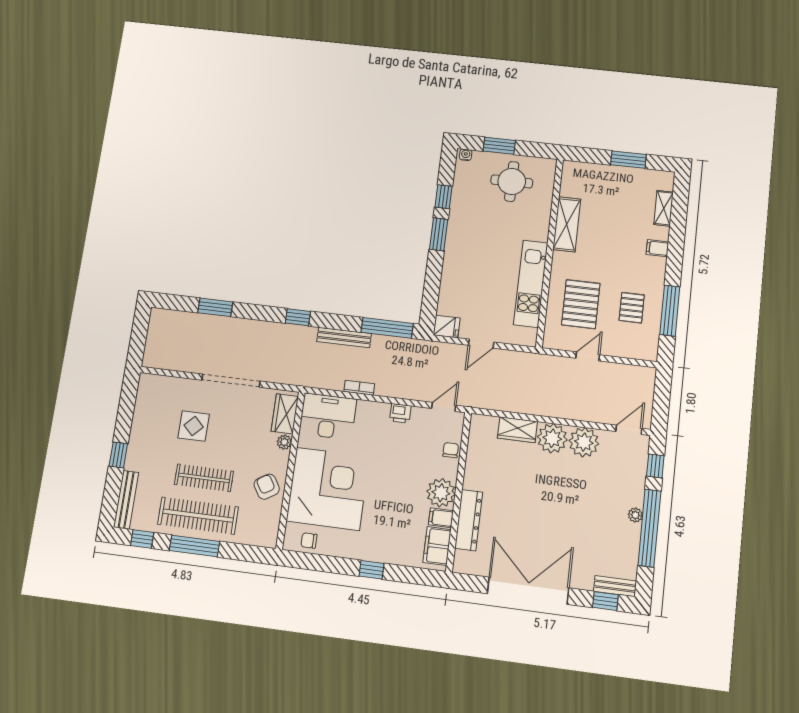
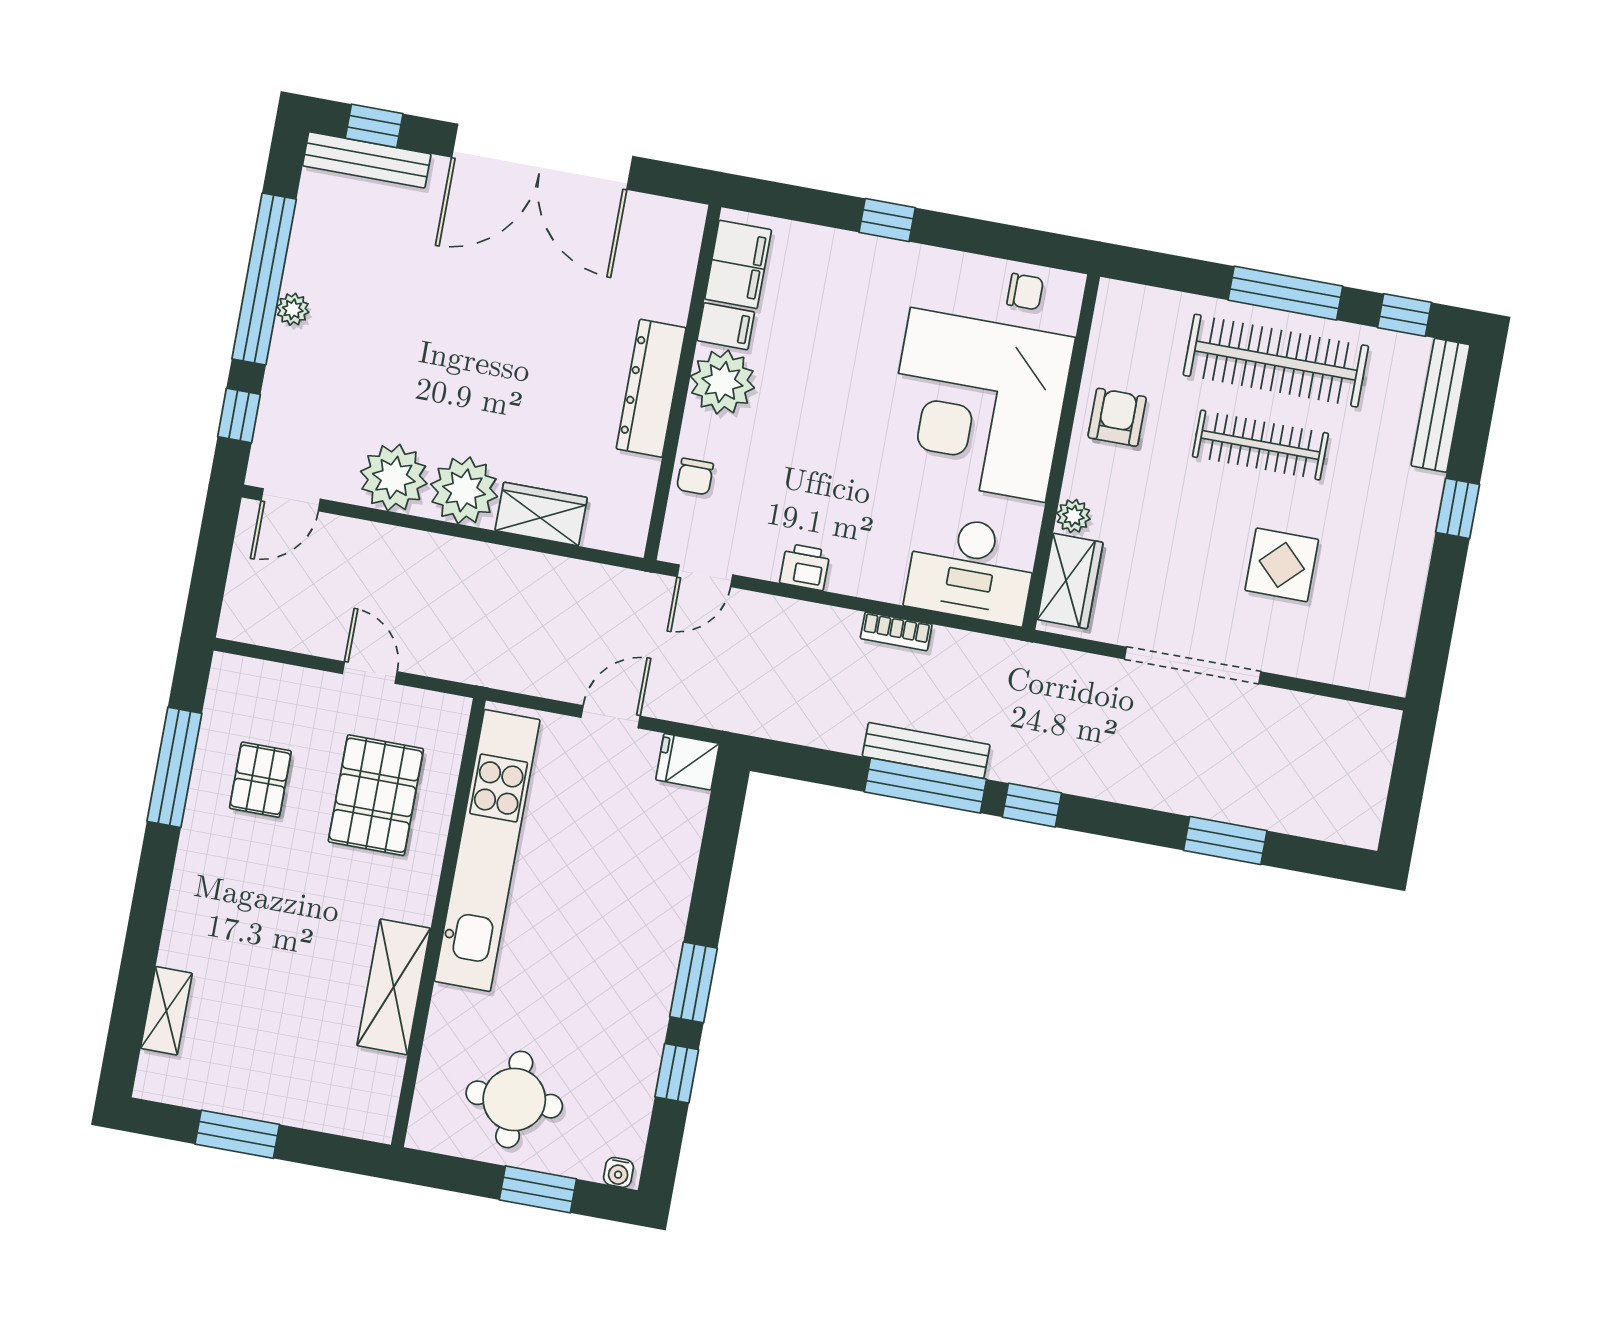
filing cabinet: (657, 248) -> (189, 916), removed
kitchen unit: (531, 284) -> (487, 851), width x1.36
window: (387, 328) -> (925, 786), moved
door: (588, 356) -> (370, 673), swing flipped
armchair: (267, 487) -> (1117, 417), turned -148
dresser: (469, 520) -> (651, 388), moved
bench: (615, 586) -> (367, 160), width x1.36

